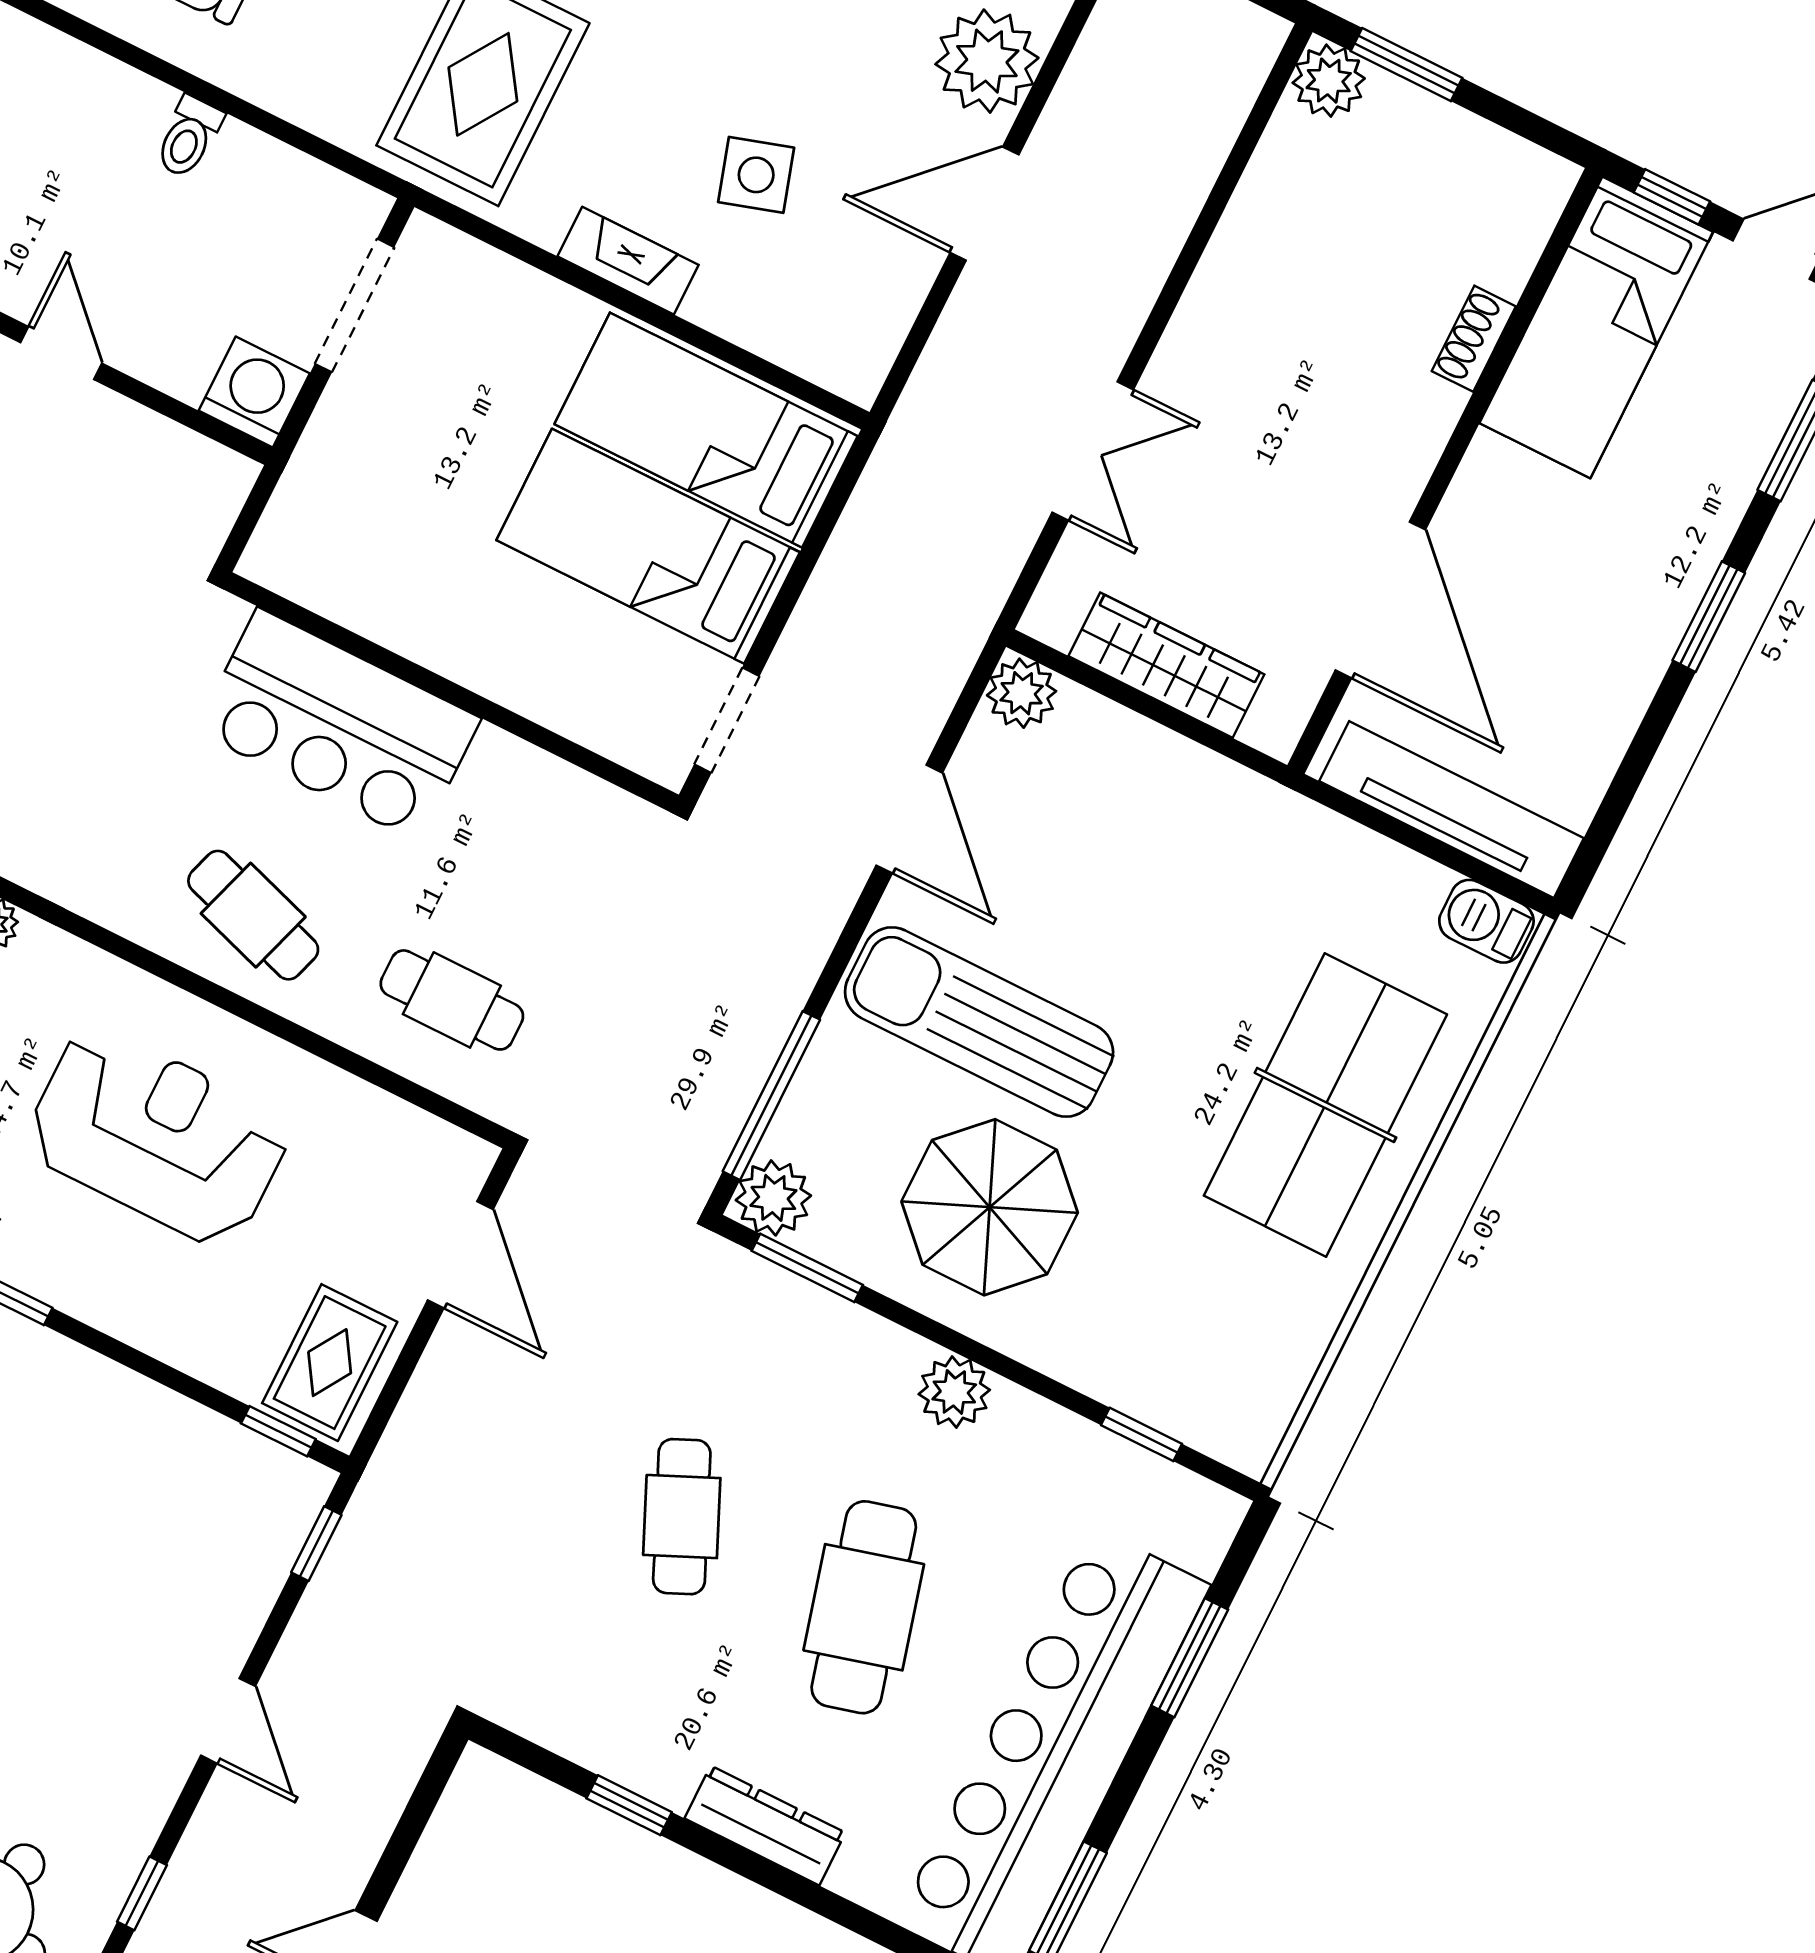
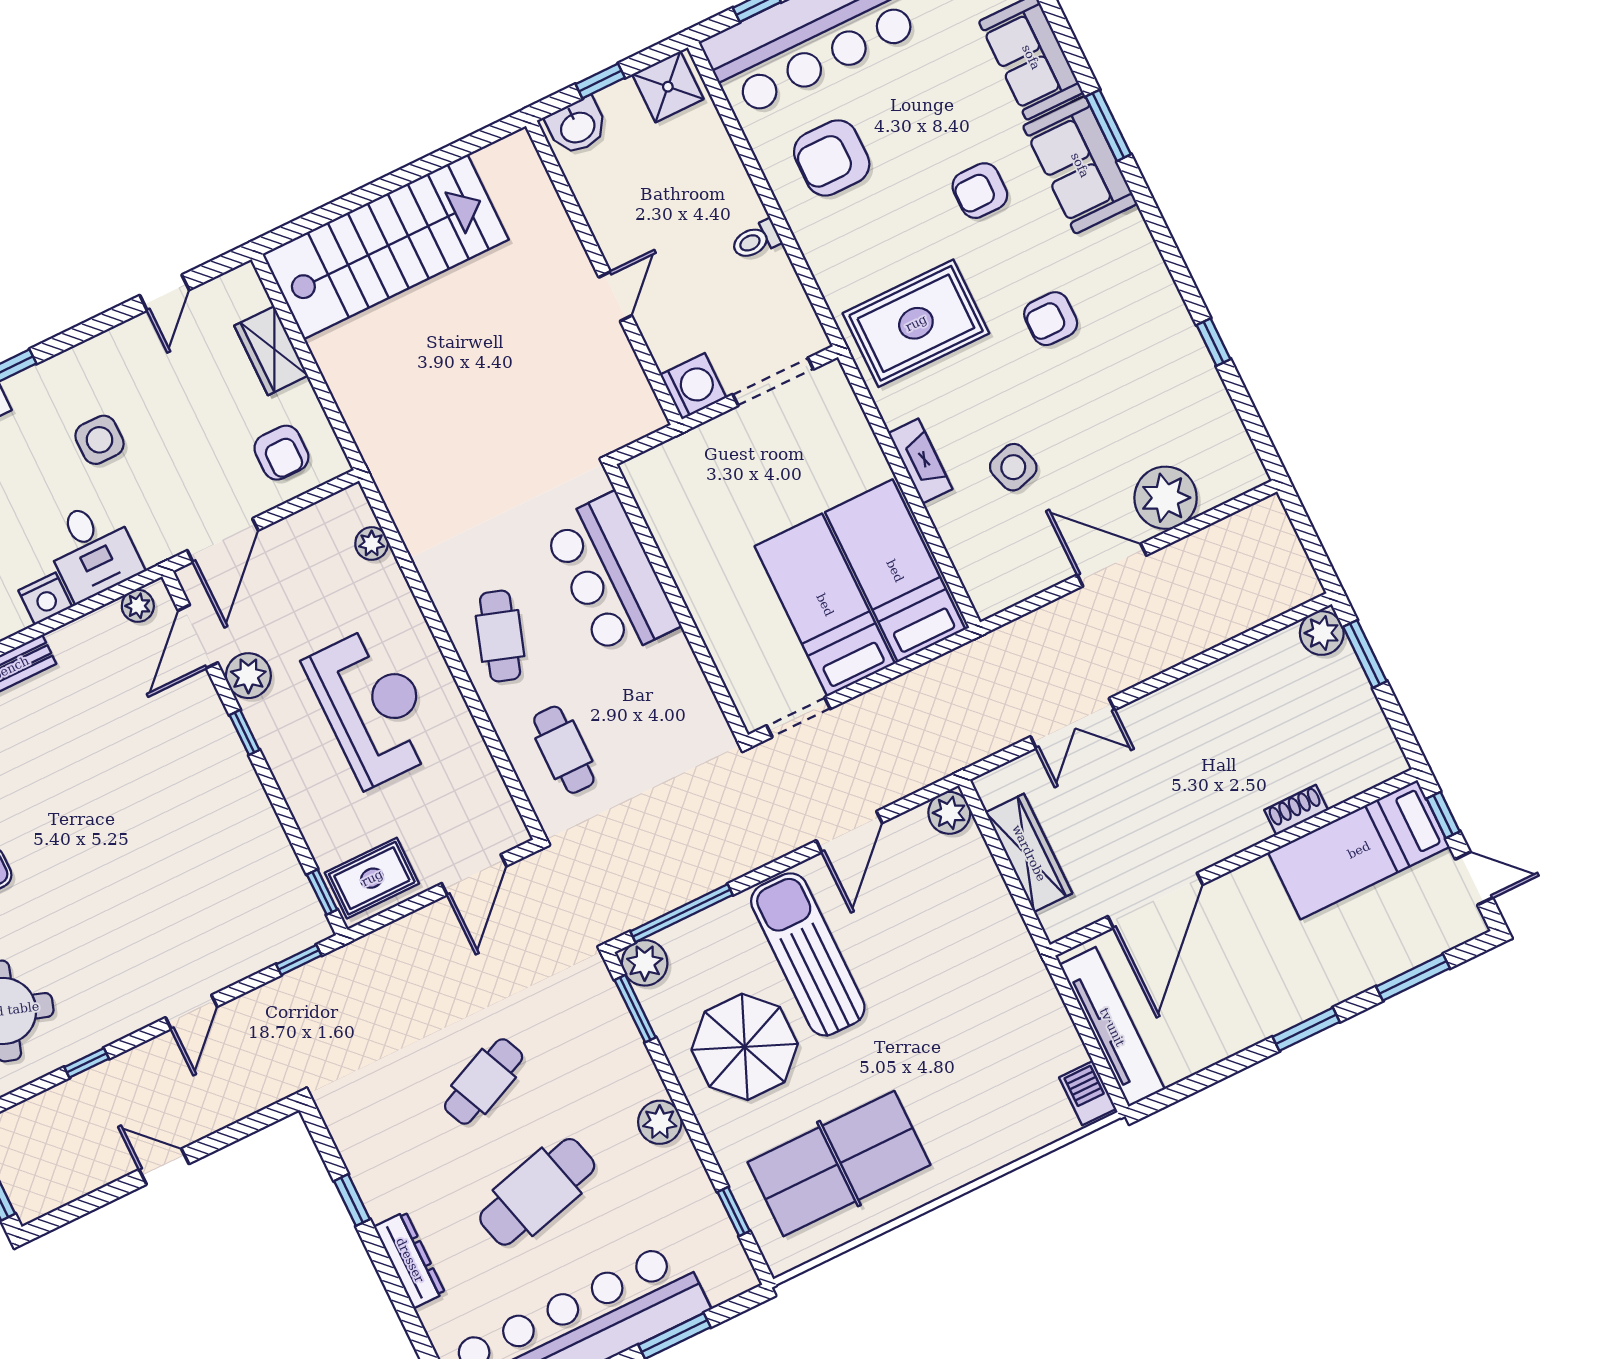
table tennis table: (1325, 1105) -> (839, 1164), moved

